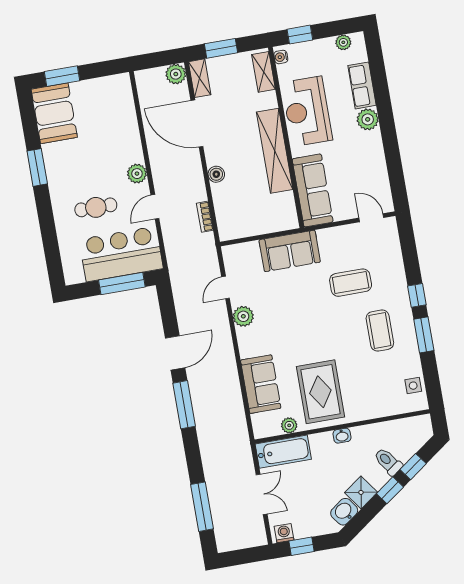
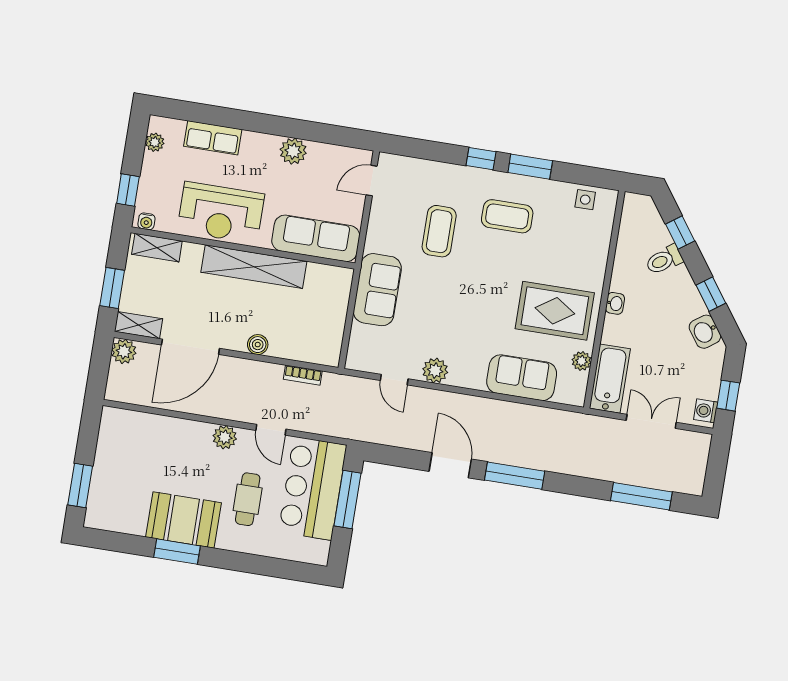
booth: (54, 113) -> (184, 520), moved
plant: (368, 119) -> (293, 151), moved
window: (390, 490) -> (711, 294), moved
shower: (361, 492) -> (689, 304), removed

